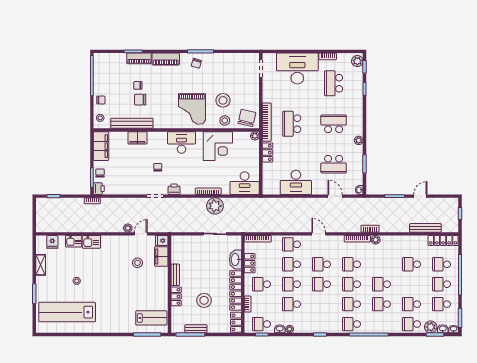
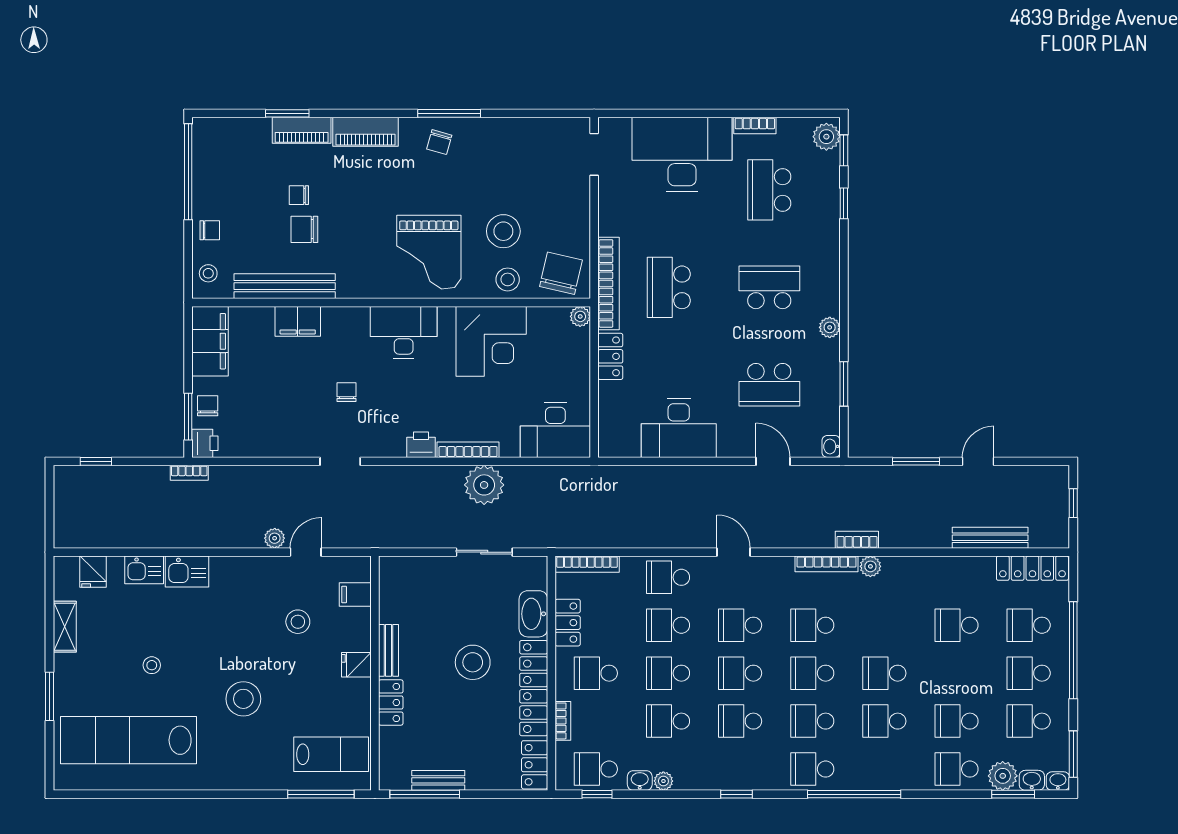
printer: (174, 189) -> (421, 445), moved
fridge: (162, 241) -> (356, 665), moved
filing cabinet: (161, 256) -> (355, 595), width x0.50
stool: (115, 295) -> (243, 699), added
stool: (204, 300) -> (473, 662), moved
school desk: (321, 304) -> (740, 721), added

